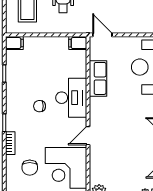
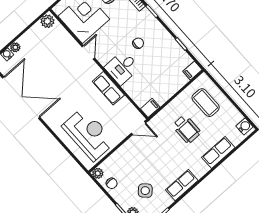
row of seats: (98, 78) -> (108, 88), moved
desk: (71, 98) -> (122, 68), width x0.73

